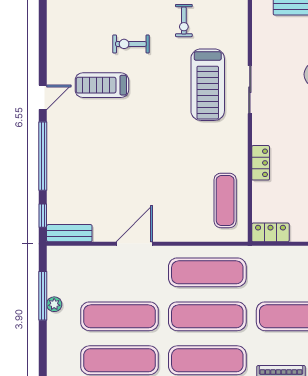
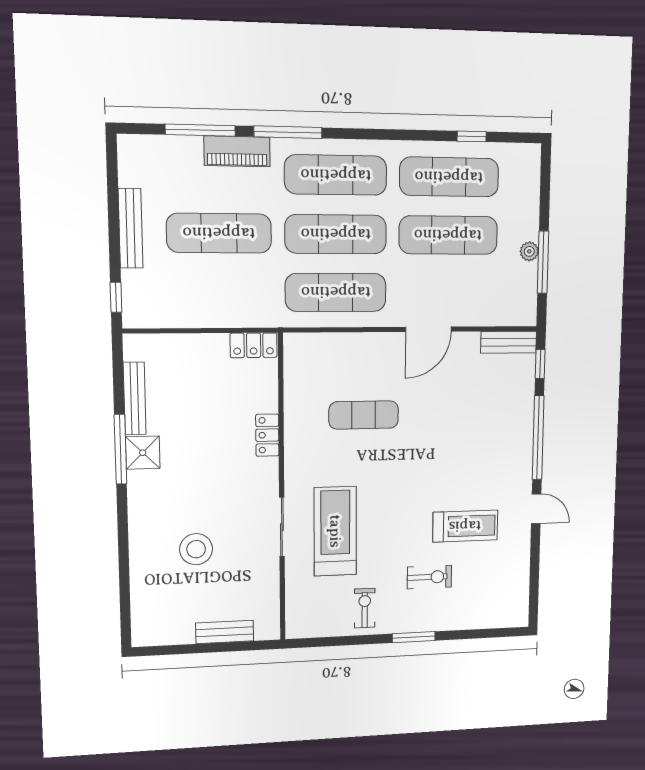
door: (43, 97) -> (536, 509), swing flipped
exercise mat: (225, 200) -> (364, 415), moved, turned 90

